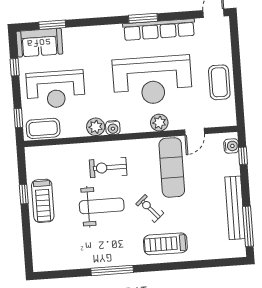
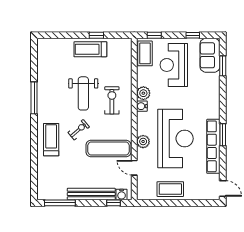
reception desk: (152, 80) -> (175, 139), turned 180
bench: (235, 208) -> (91, 194), moved

